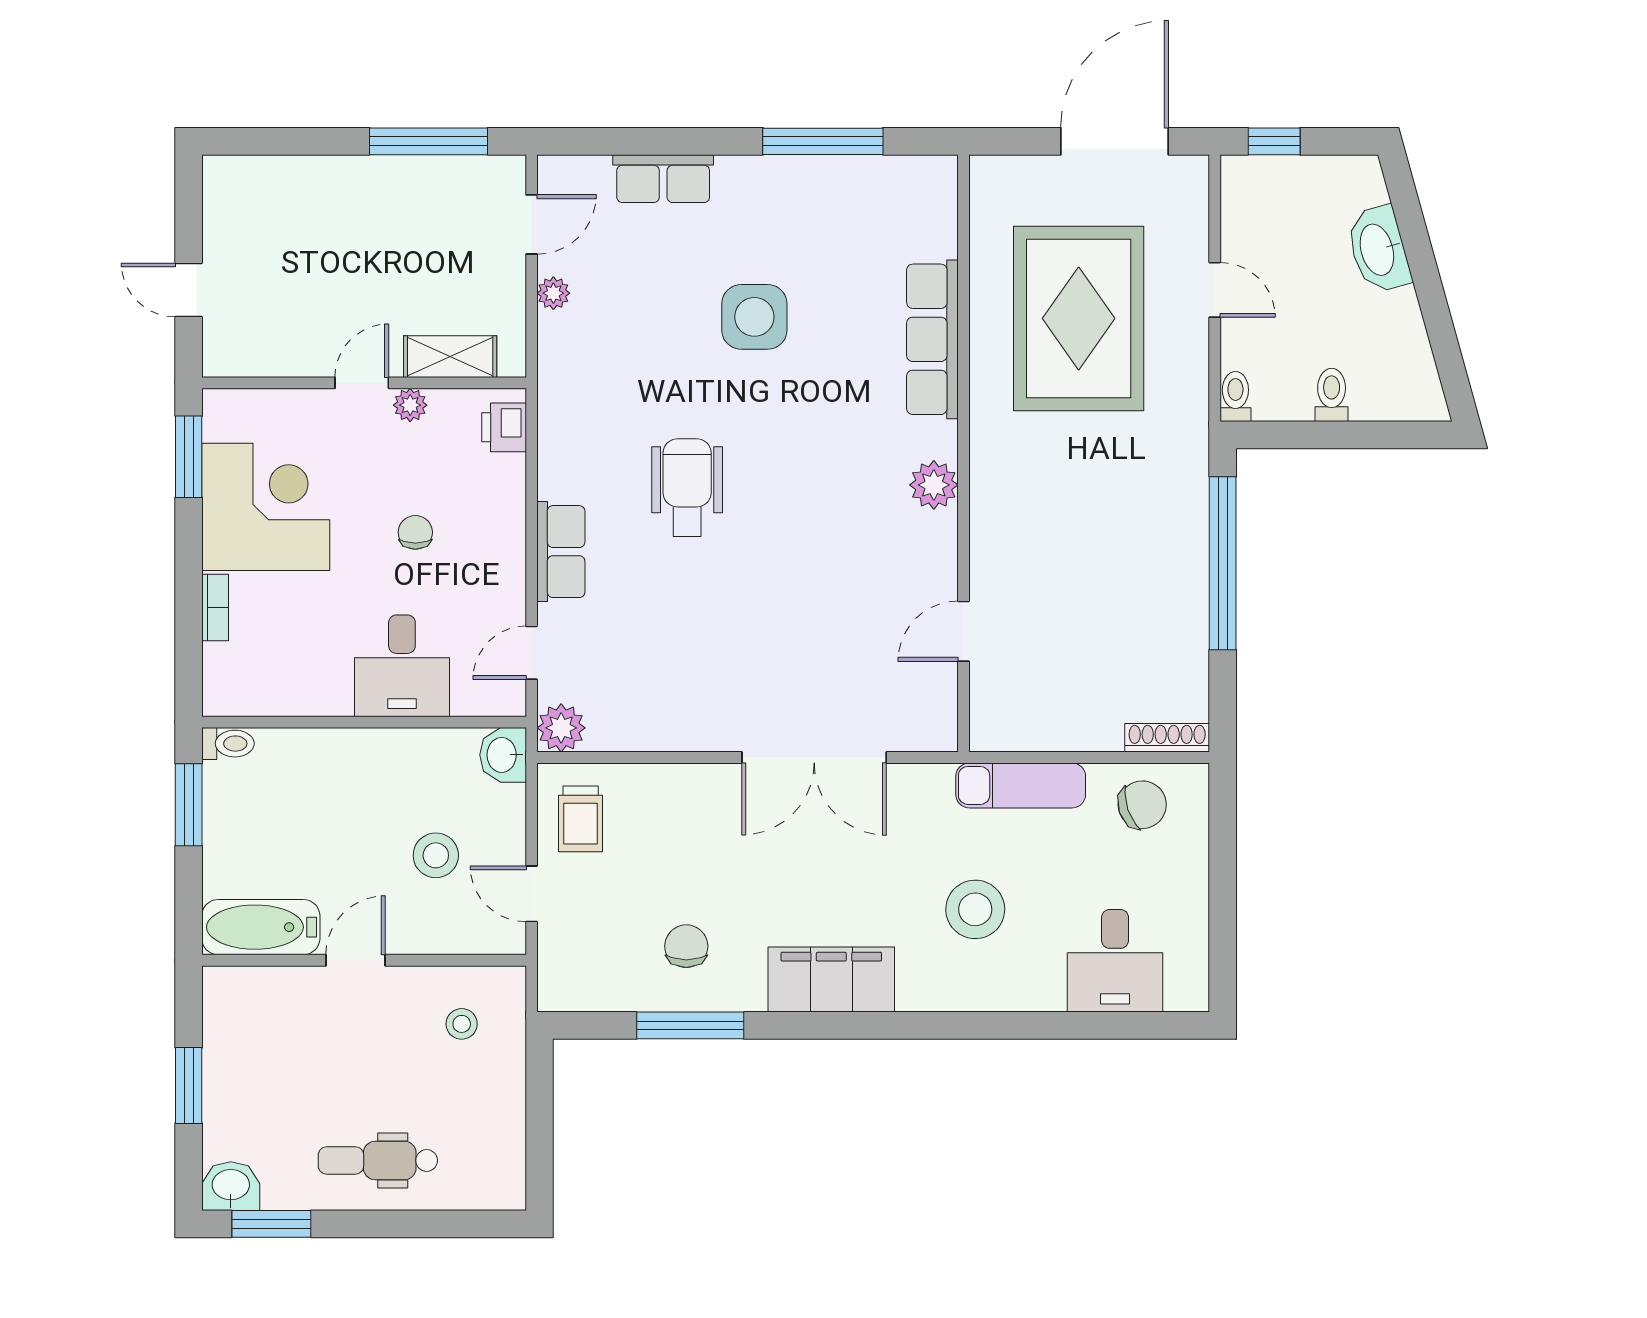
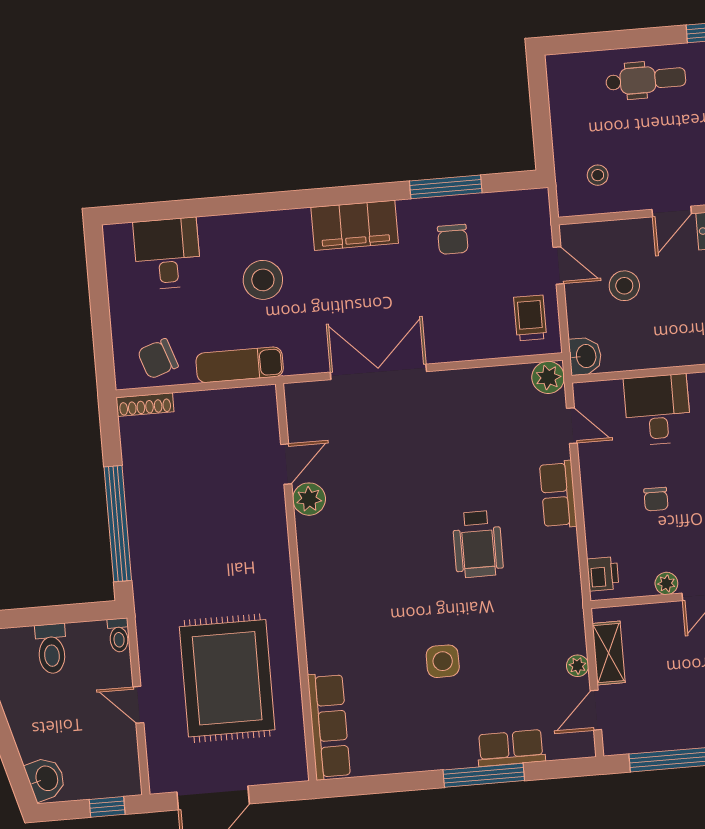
window: (823, 141) -> (484, 775), moved
washbasin: (1378, 249) -> (46, 779), moved, width x0.72
side table: (754, 317) -> (443, 661), width x0.73, depth x0.73
row of seats: (932, 339) -> (329, 726), moved
shelving: (450, 357) -> (609, 653), moved, turned 90
toilet: (1332, 395) -> (51, 649), width x1.37, depth x1.39
plant: (934, 485) -> (309, 499), moved
door: (532, 653) -> (572, 426), hinge flipped

